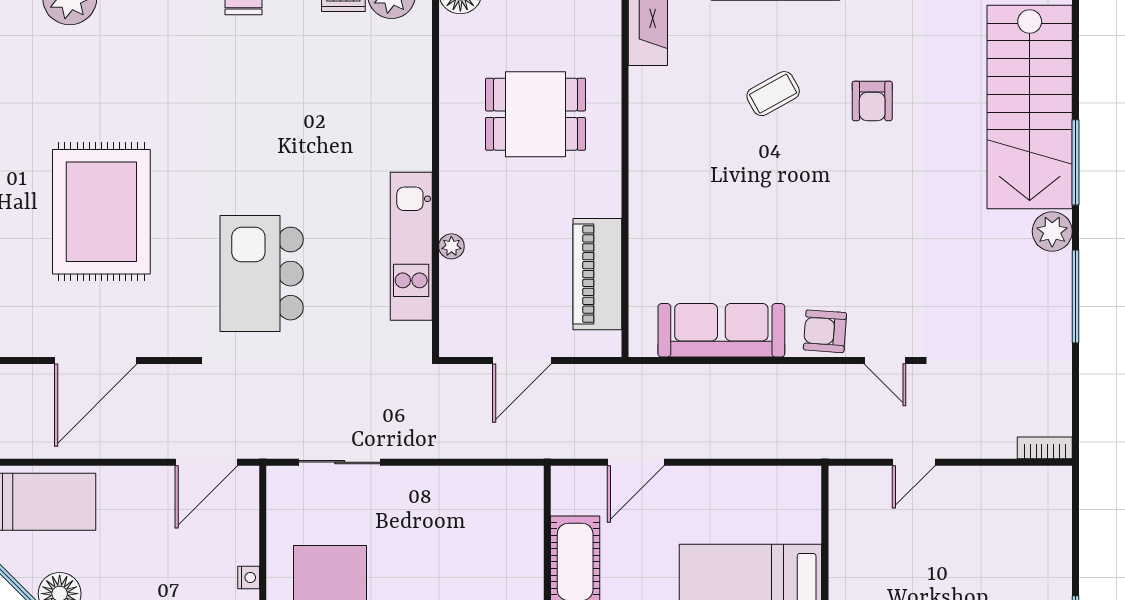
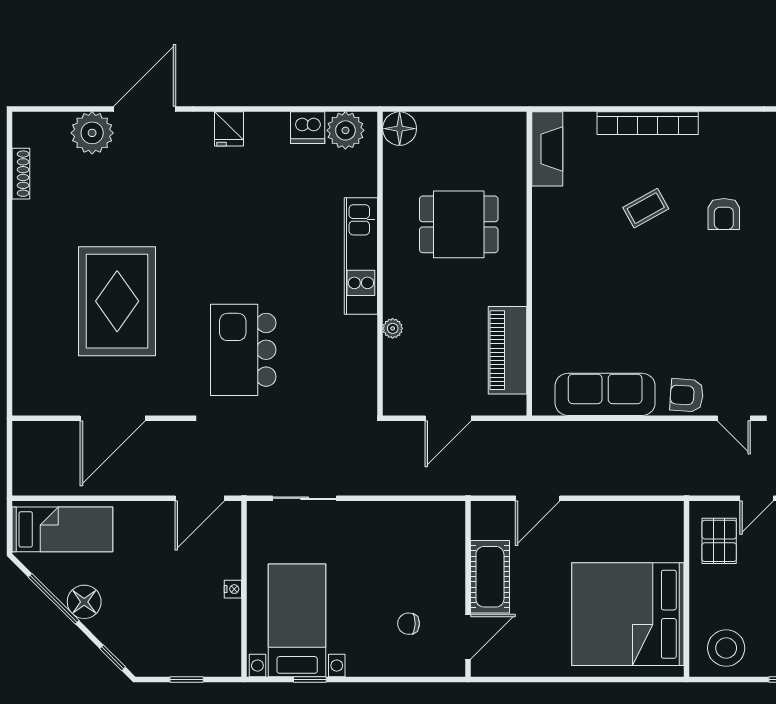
kitchen unit: (411, 246) -> (361, 256), moved
pallet: (866, 516) -> (719, 541), added

